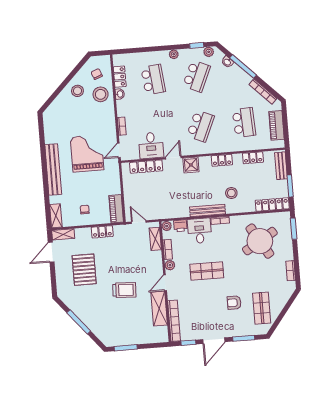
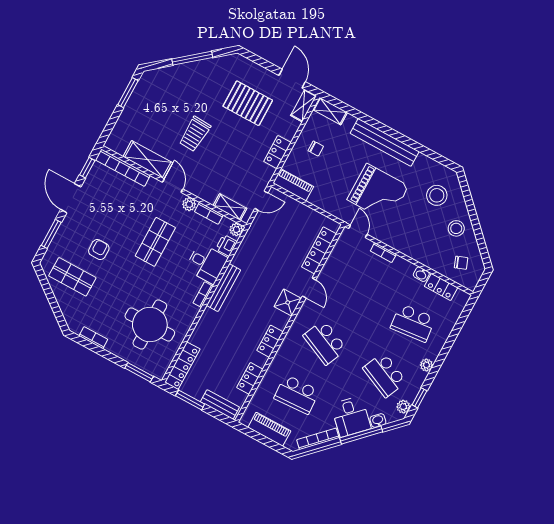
stool: (101, 94) -> (437, 195), moved
desk: (151, 145) -> (351, 416), moved, turned -135
stool: (231, 193) -> (226, 328), removed
round table: (260, 241) -> (150, 325), turned 31

